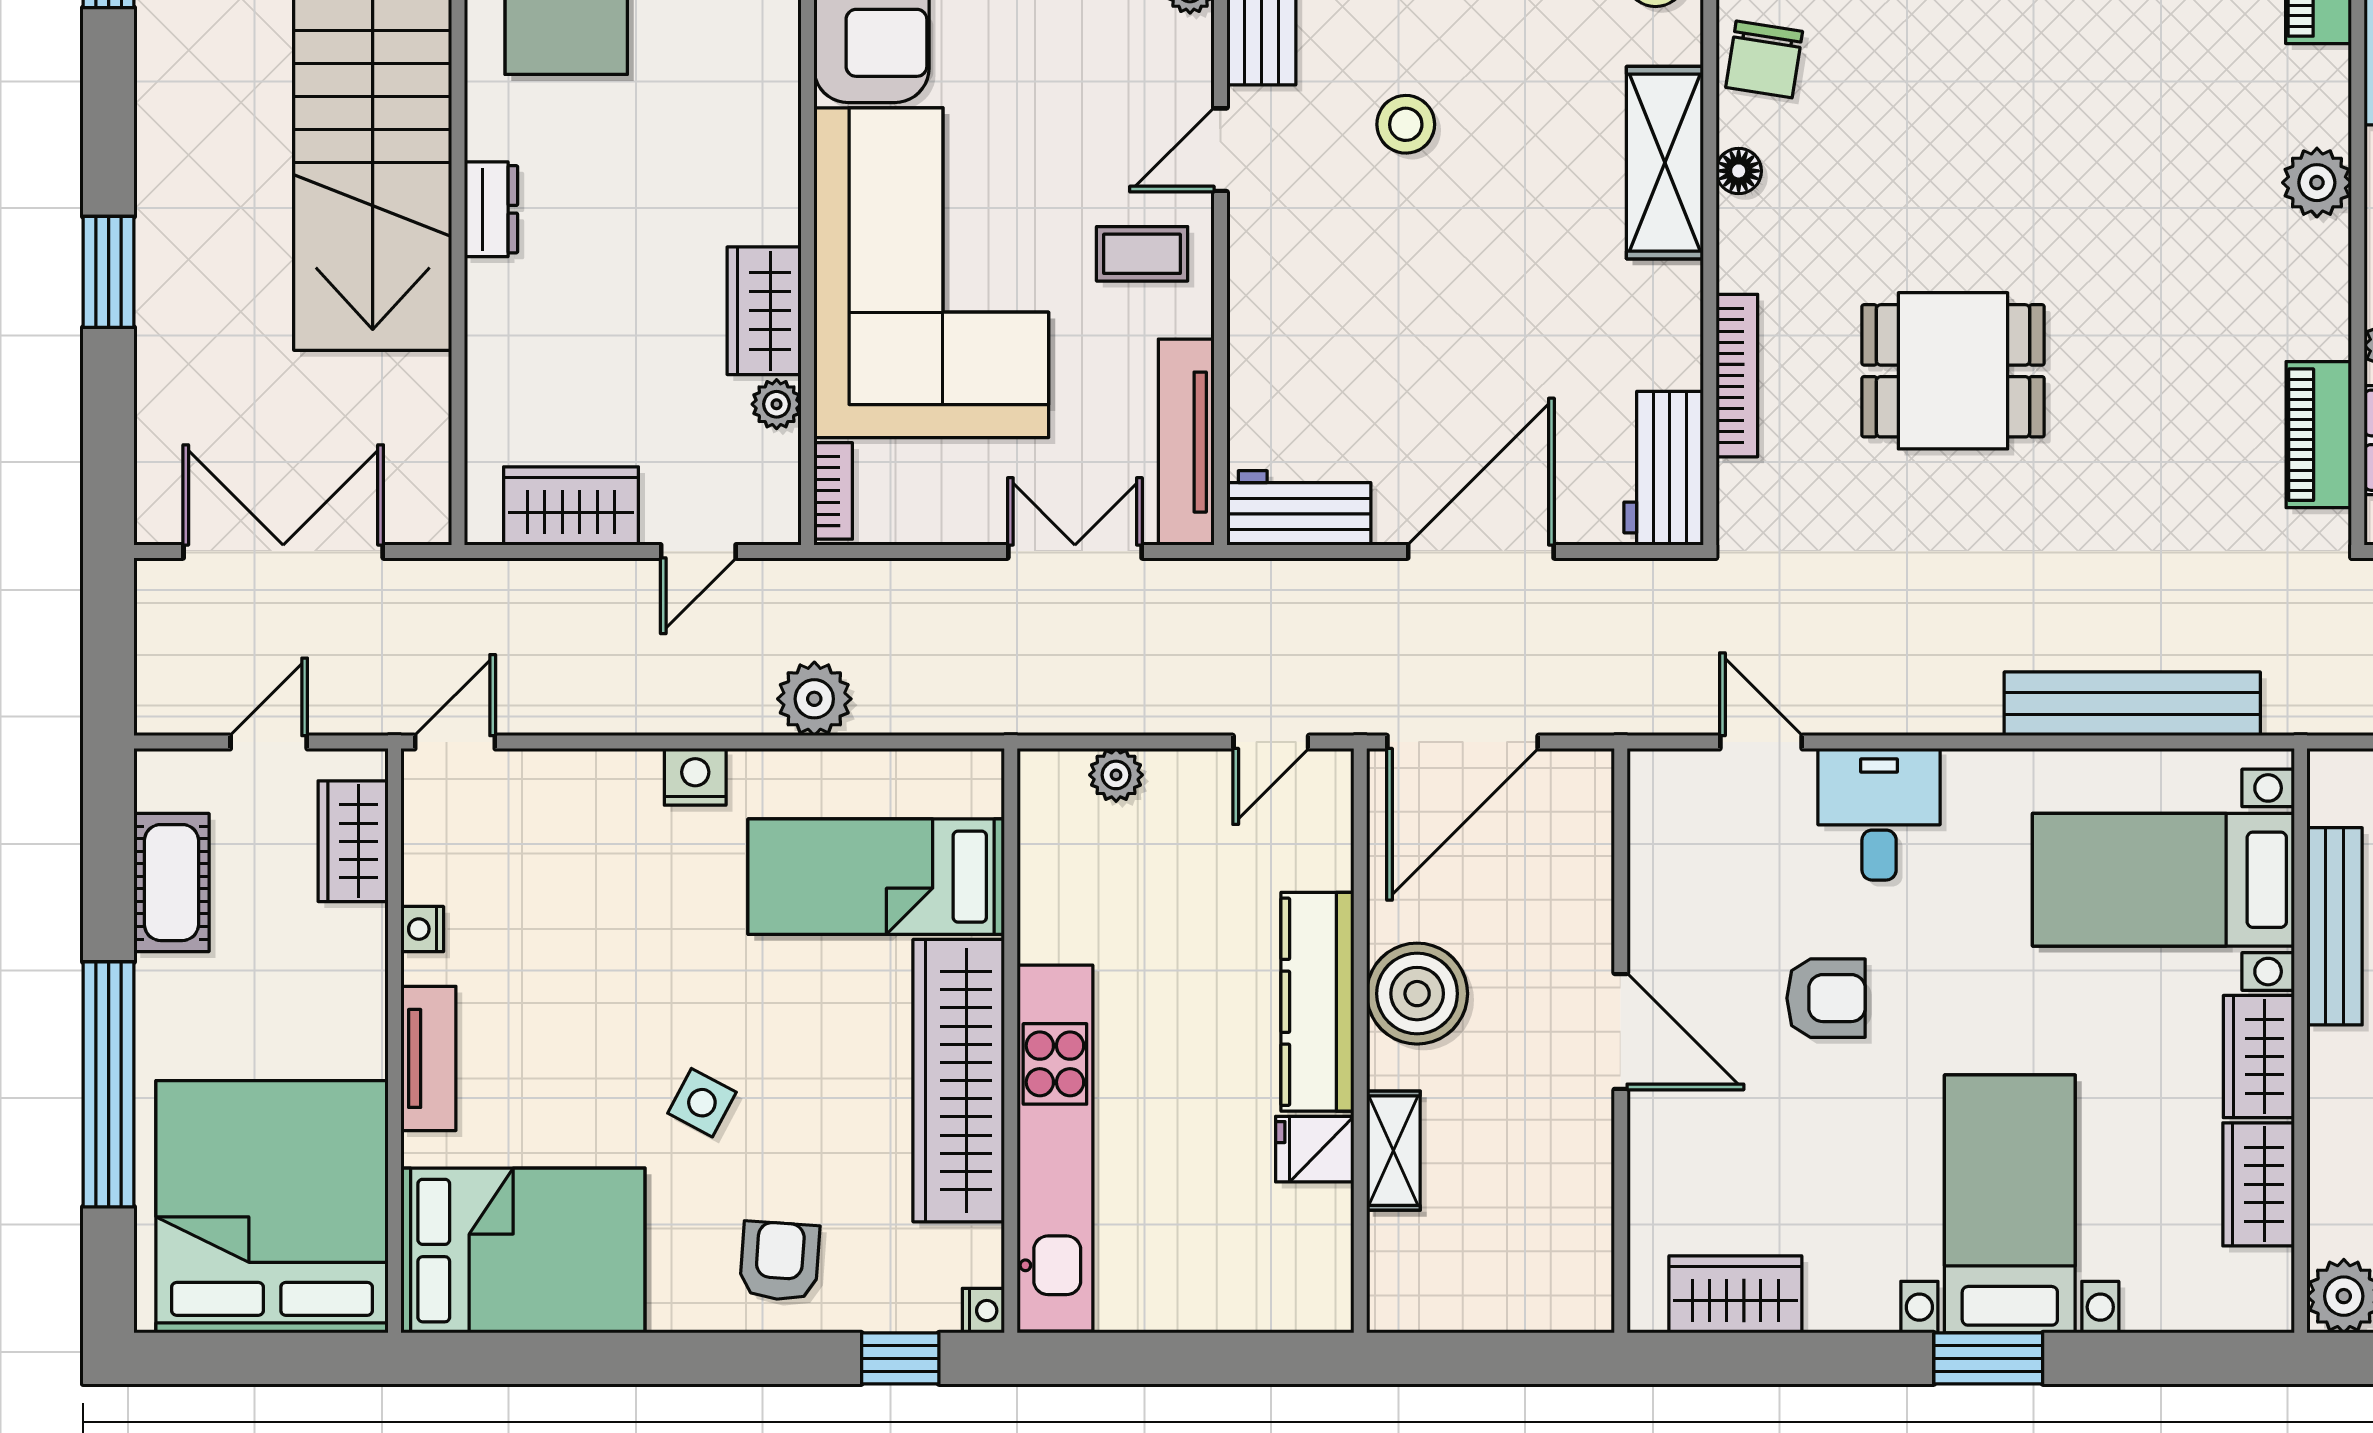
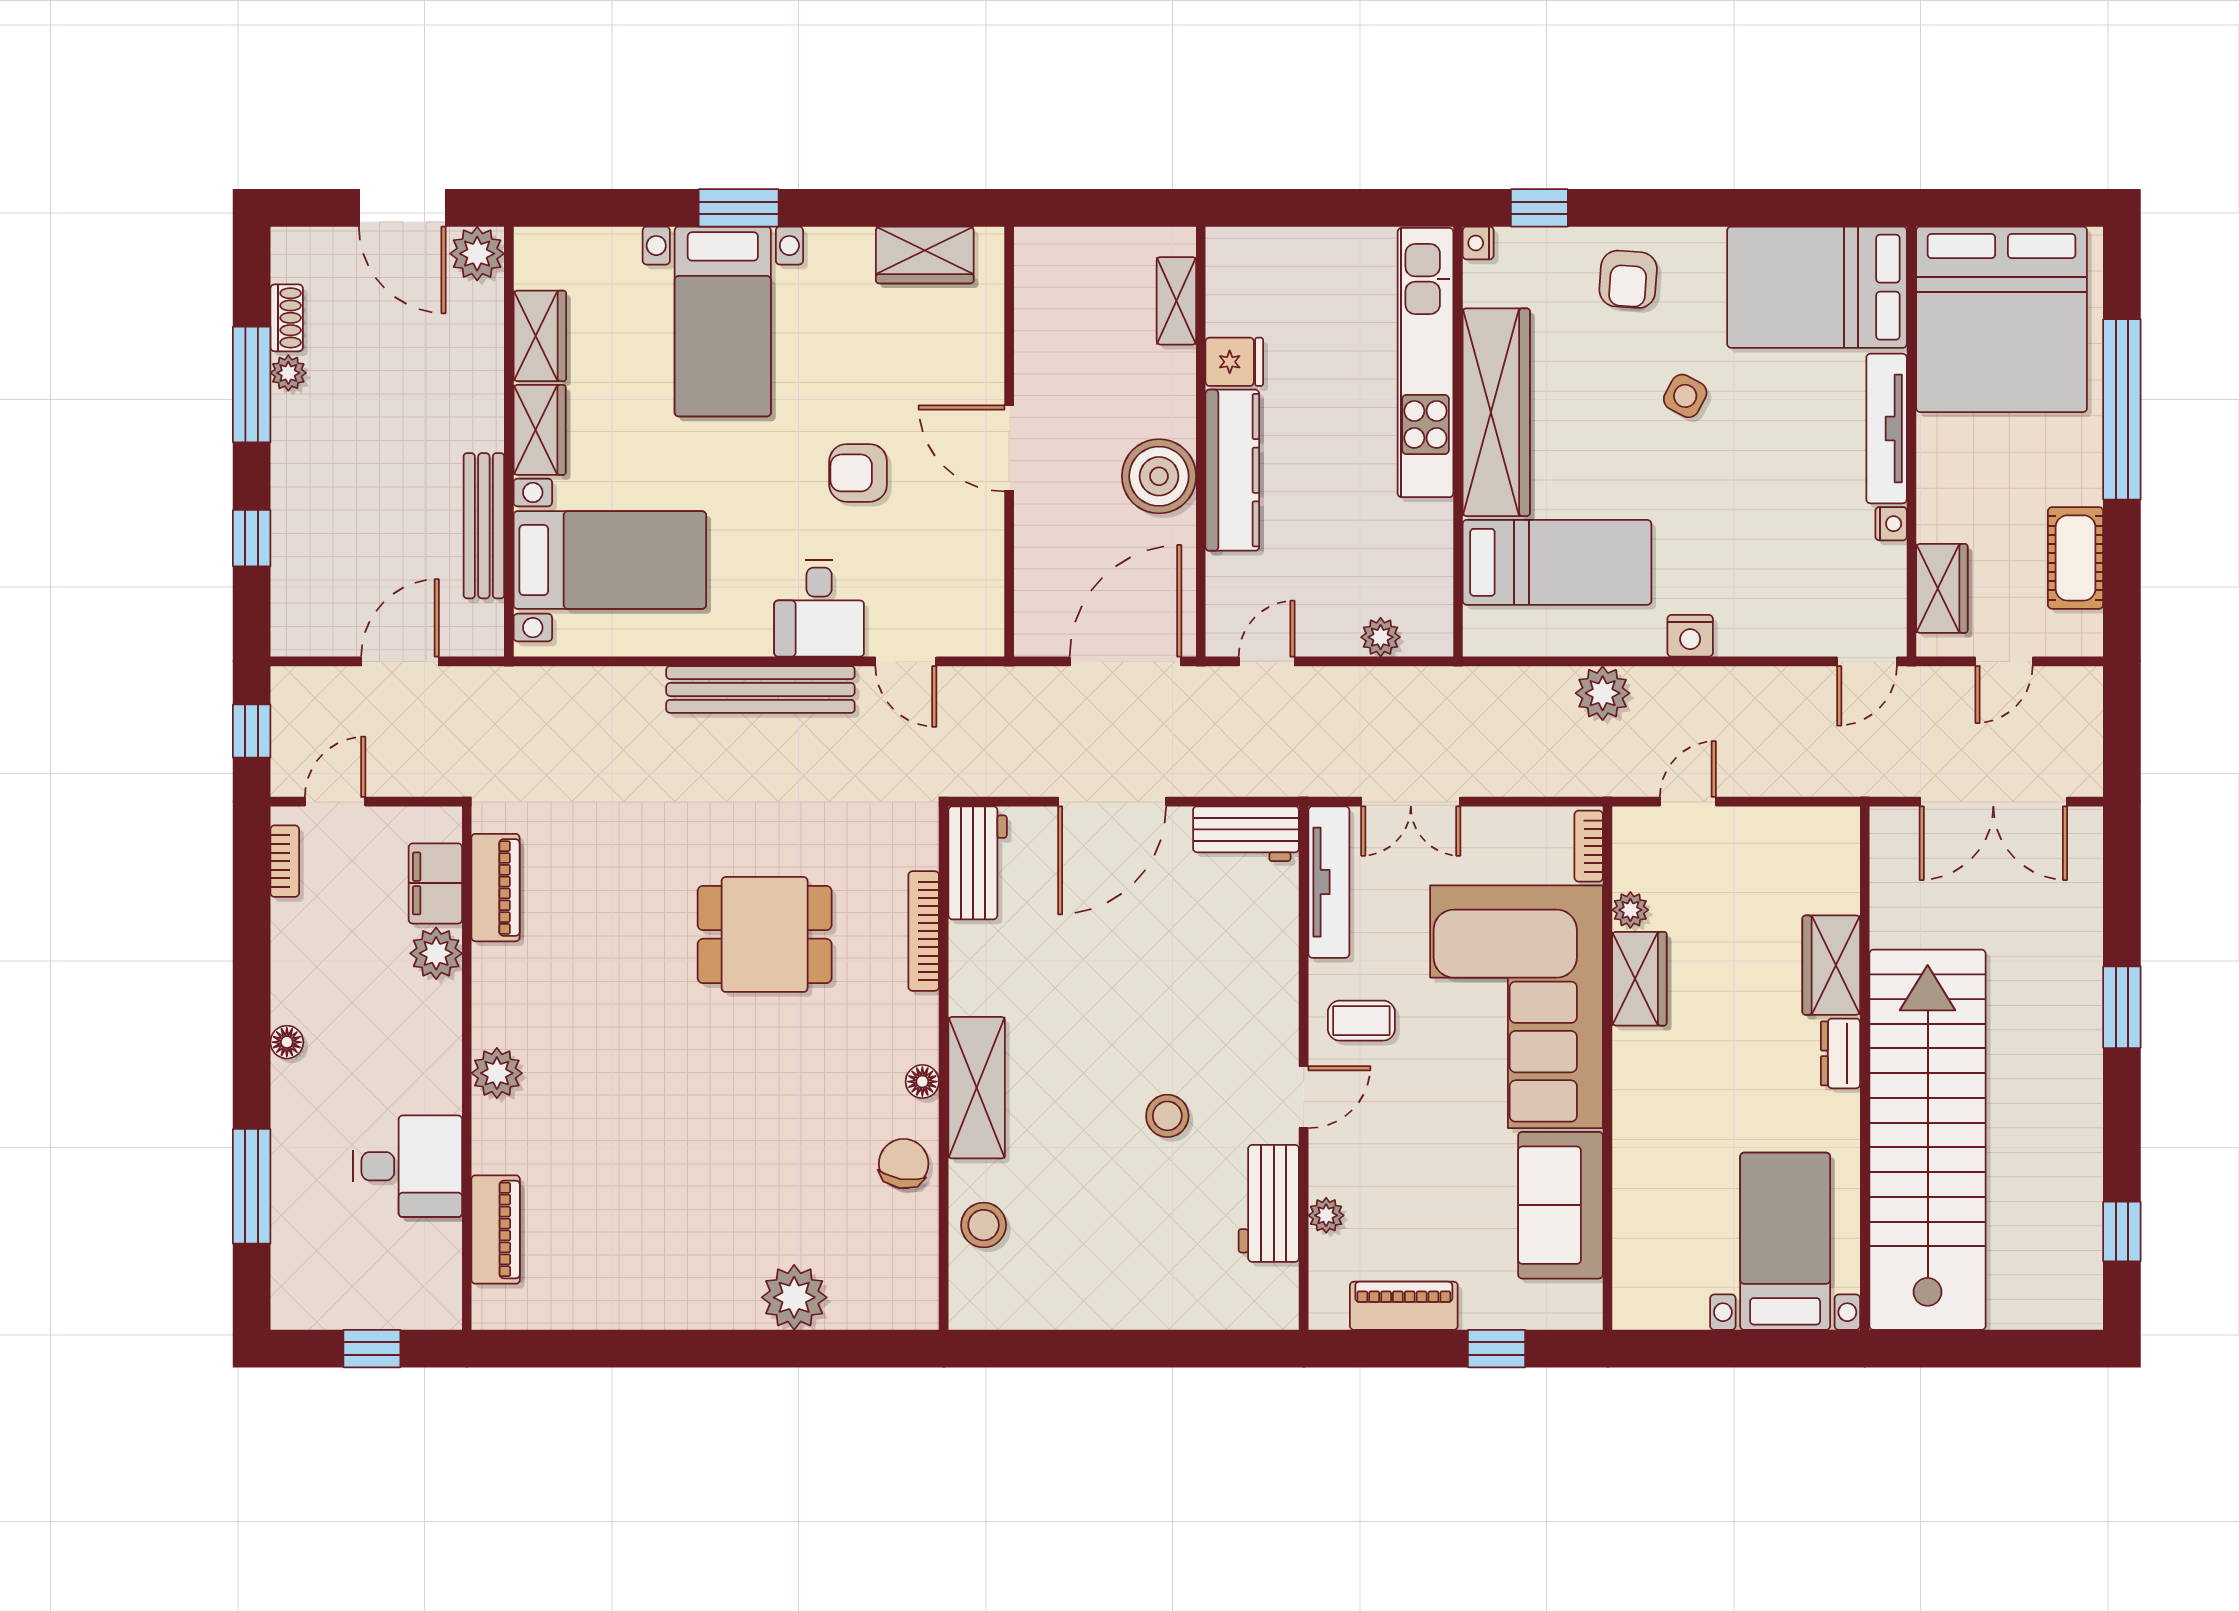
wardrobe: (571, 506) -> (1831, 965), moved, turned 90
bench: (2132, 704) -> (760, 689), moved
tv unit: (428, 1058) -> (1887, 429), width x1.41
shelving: (1393, 1151) -> (1176, 301), moved

